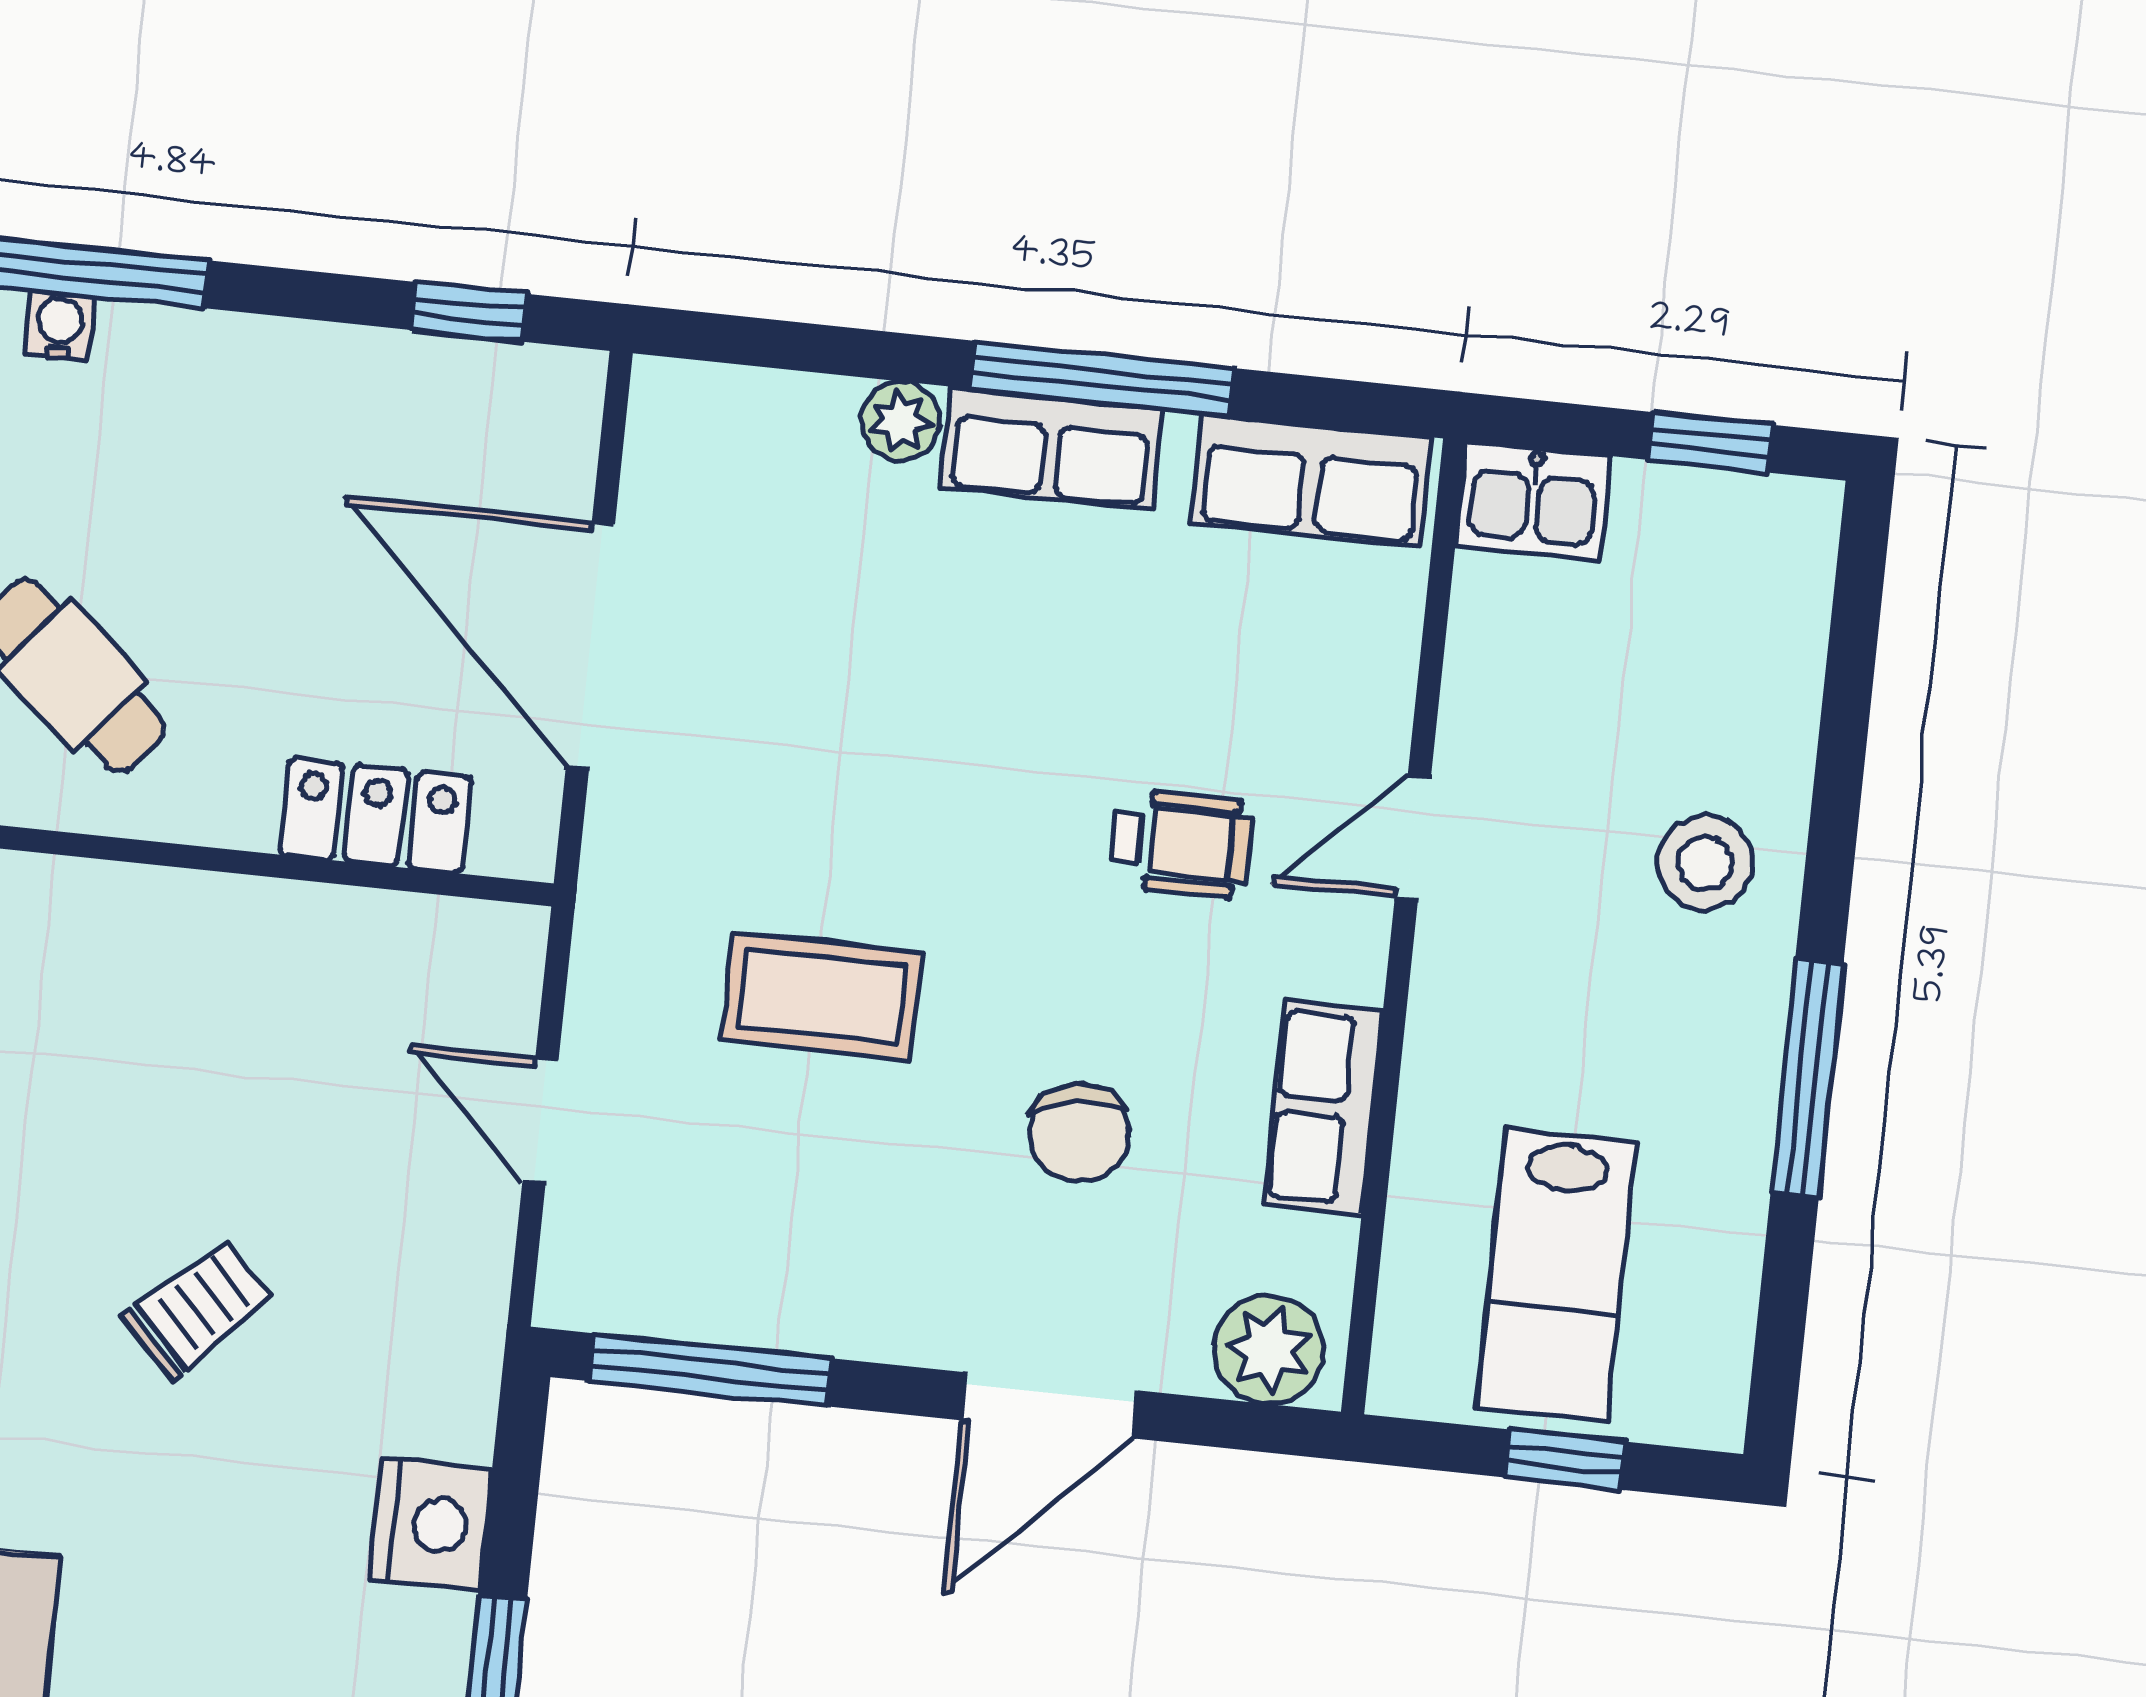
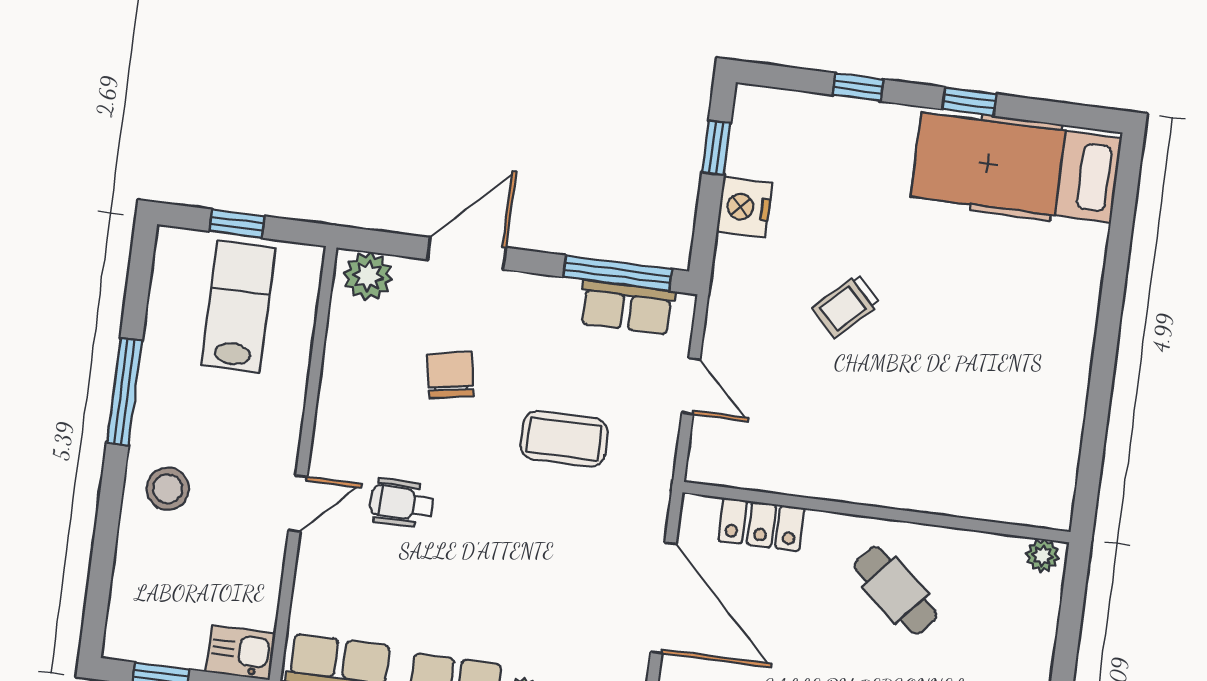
row of seats: (1323, 1108) -> (627, 307), moved, turned 90

